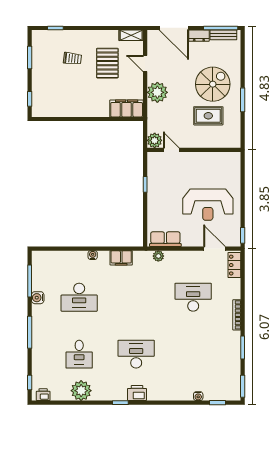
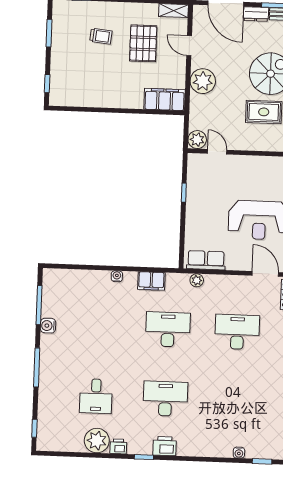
desk: (79, 297) -> (168, 329), moved, turned 180
printer: (43, 395) -> (118, 446), moved

